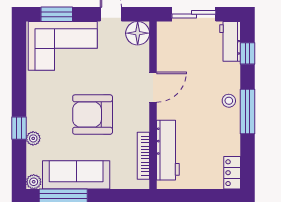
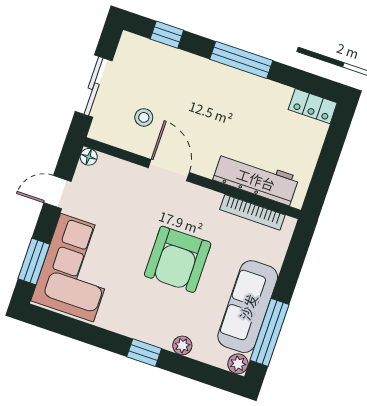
floor lamp: (138, 33) -> (89, 157), width x0.53, depth x0.53
workbench: (230, 41) -> (144, 52), removed
stool: (229, 101) -> (144, 117), moved
window: (19, 128) -> (144, 353), moved

